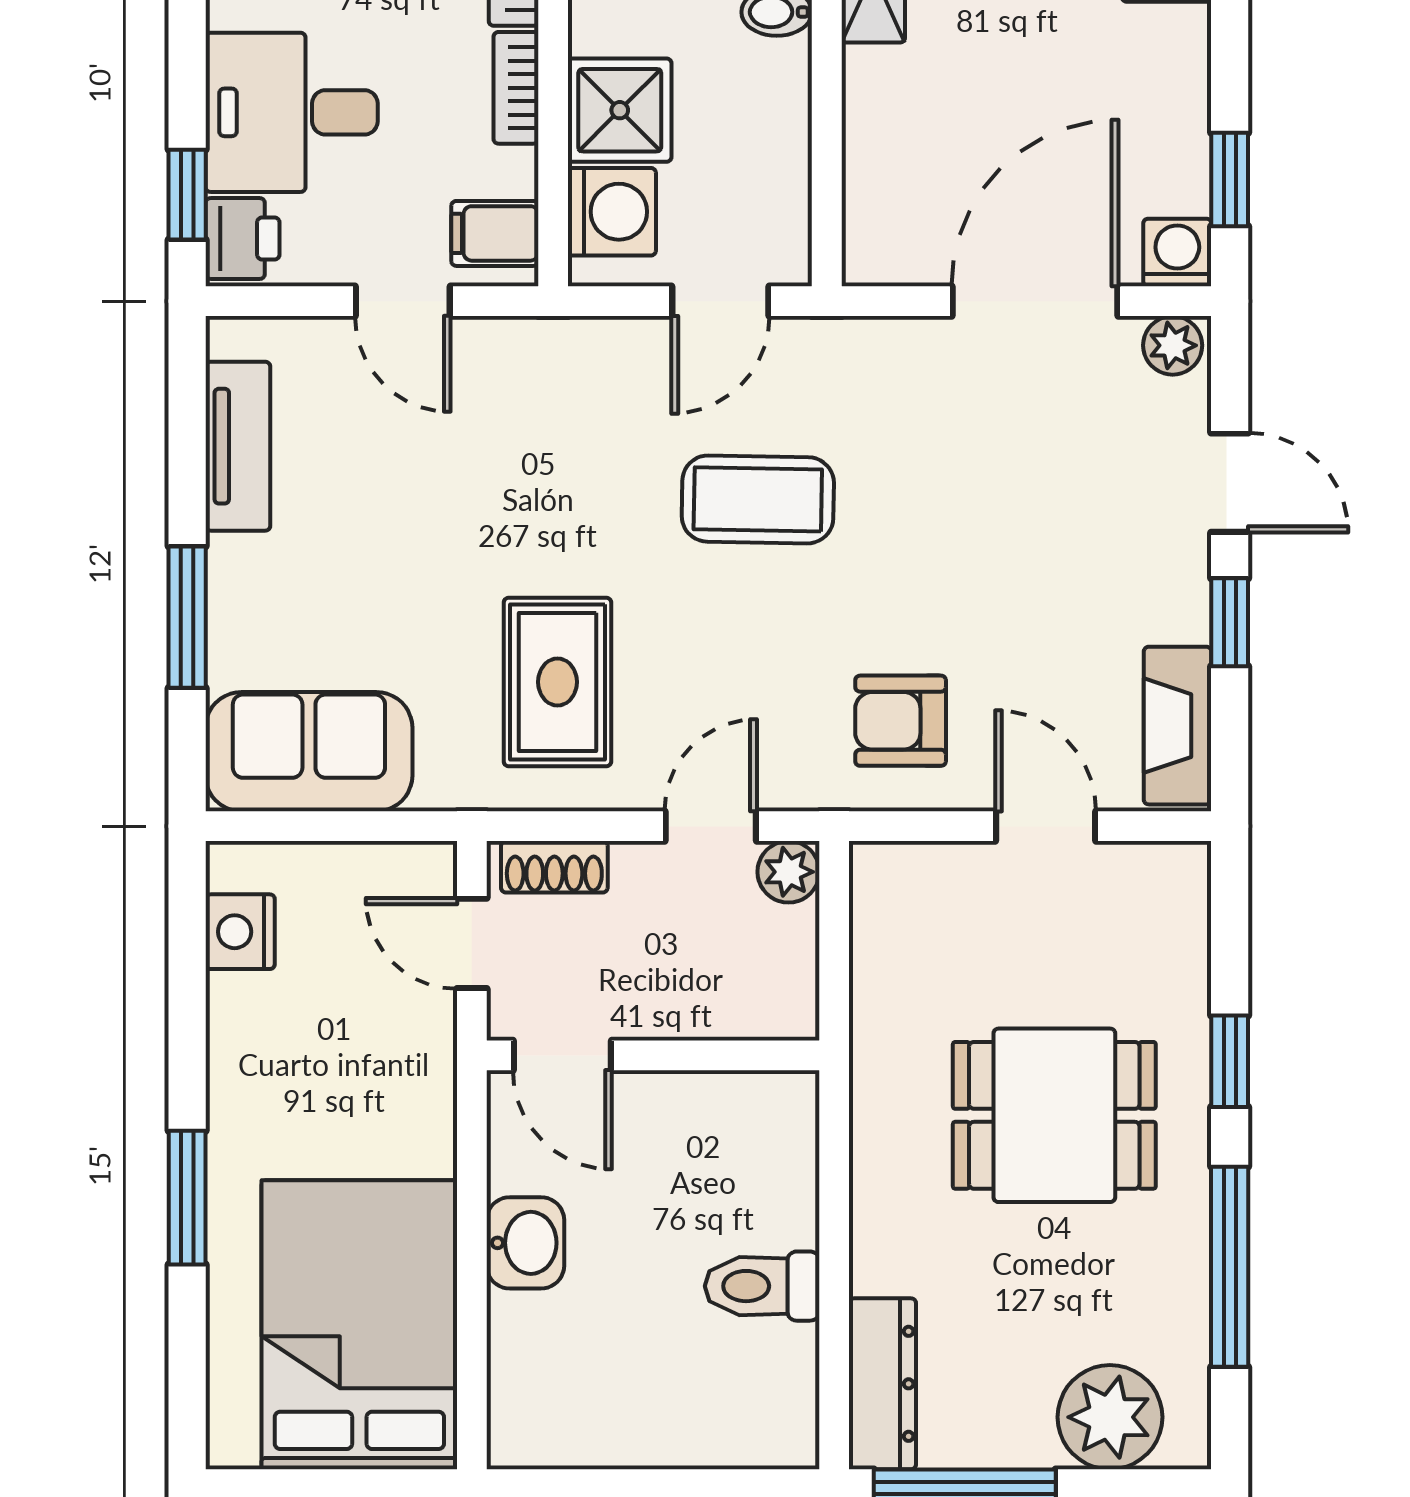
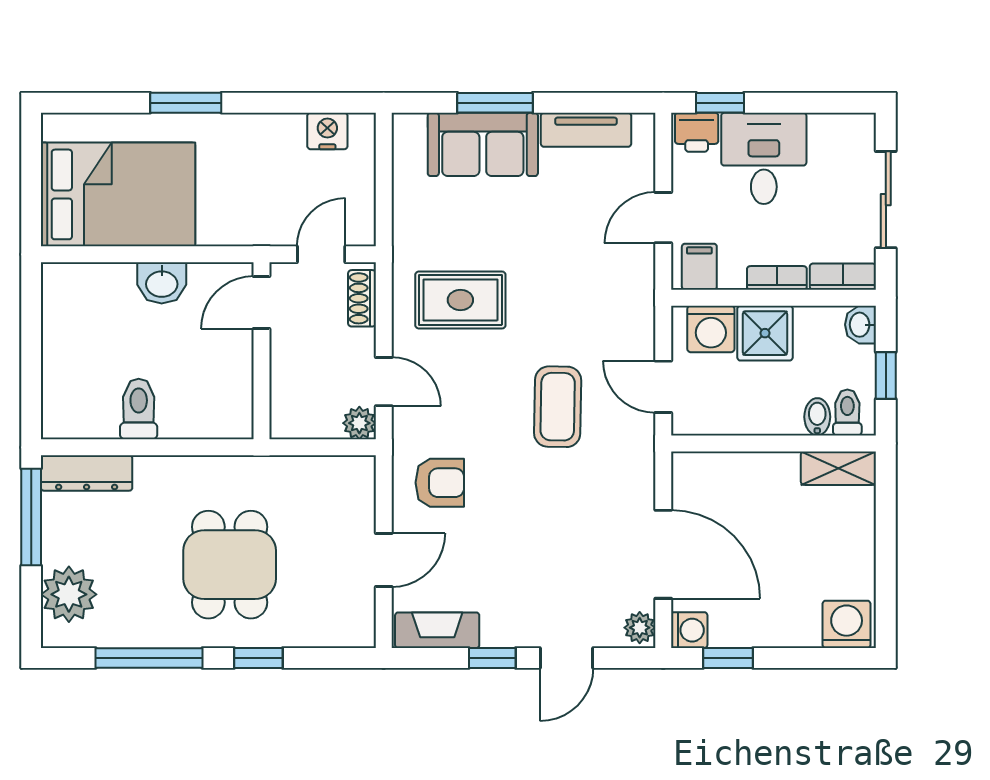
armchair: (901, 721) -> (440, 483), turned 90
sofa: (309, 752) -> (483, 144), moved, turned 90

